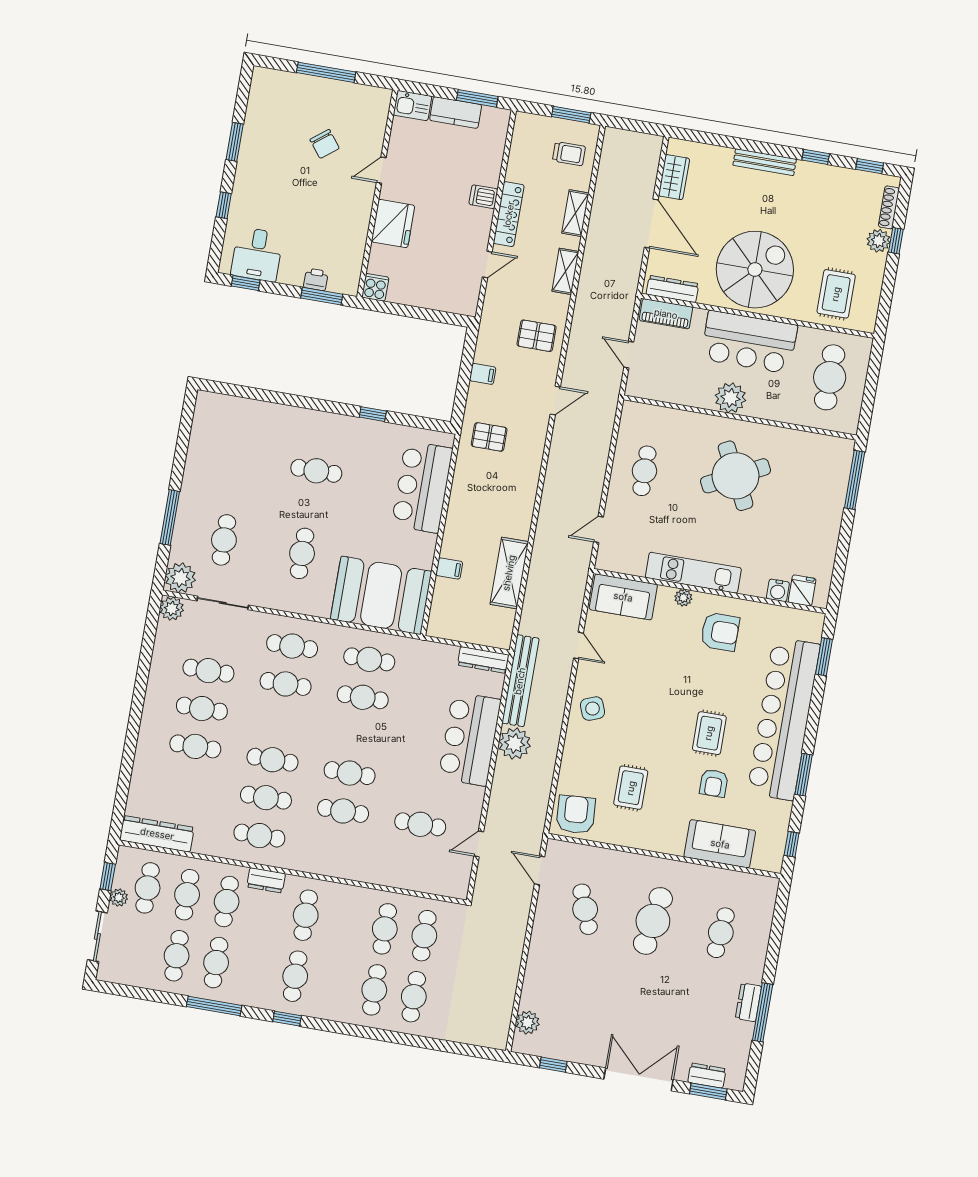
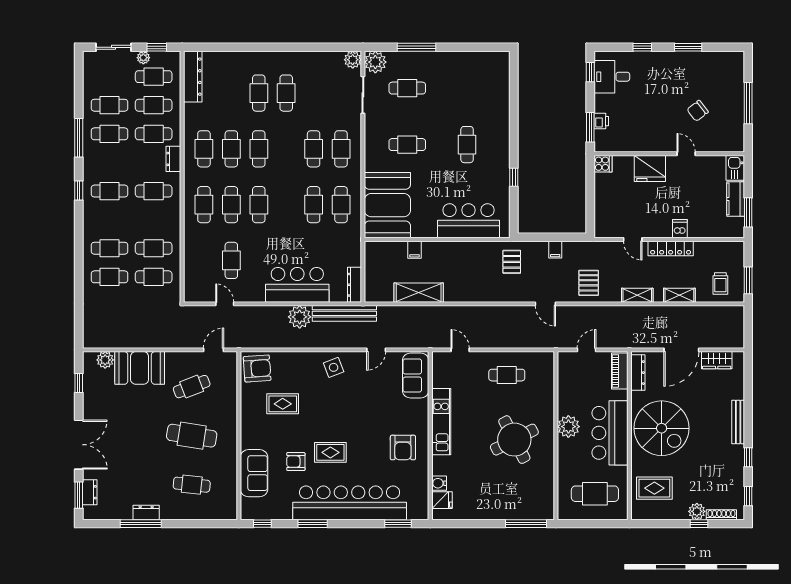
plant: (683, 598) -> (422, 418), removed
cafe table: (208, 671) -> (204, 205), moved
booth: (547, 977) -> (140, 368), added

